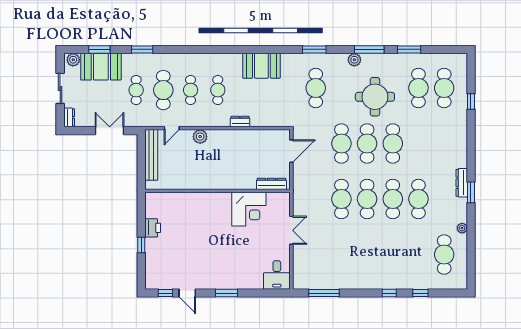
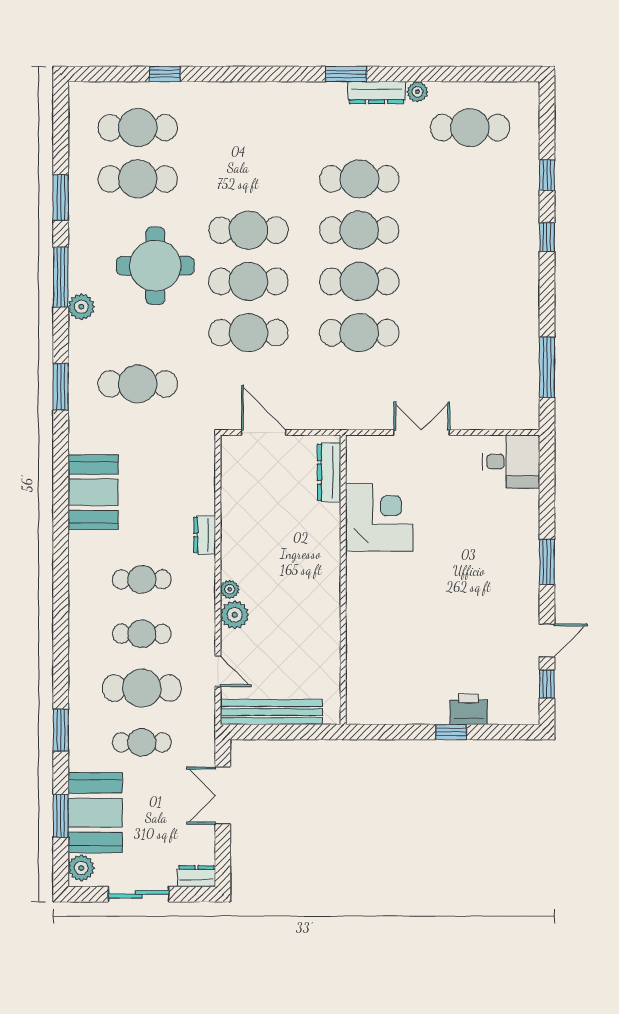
plant: (213, 134) -> (230, 589), added
dresser: (462, 183) -> (377, 93), moved
printer: (153, 228) -> (469, 709), moved

